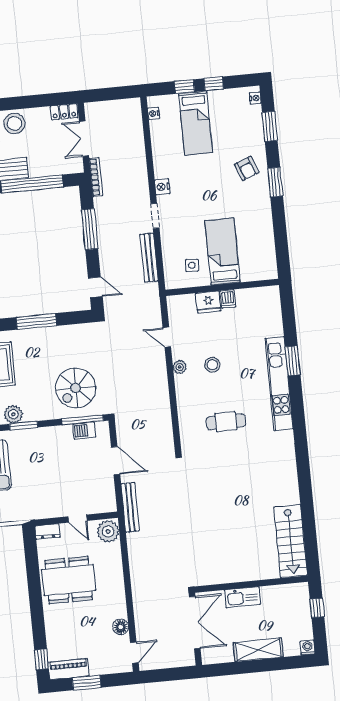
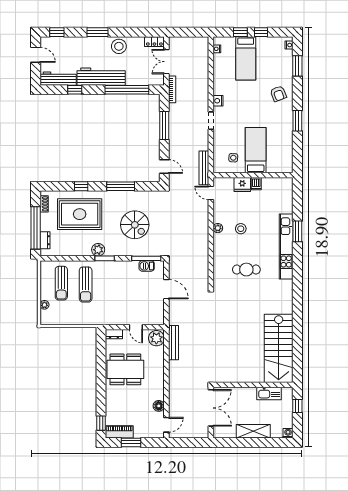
window: (275, 182) -> (297, 121), moved
bench: (149, 258) -> (204, 168), moved
door: (167, 337) -> (211, 193), moved
spiral stairs: (76, 388) -> (135, 225), moved, turned -90
bench: (130, 507) -> (173, 343), moved
stairs: (291, 541) -> (279, 348), width x1.36, depth x1.51
kitchen sink: (242, 597) -> (269, 393), moved

